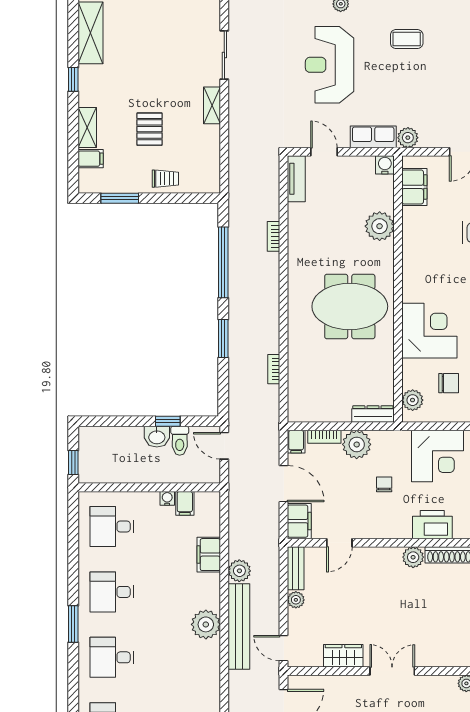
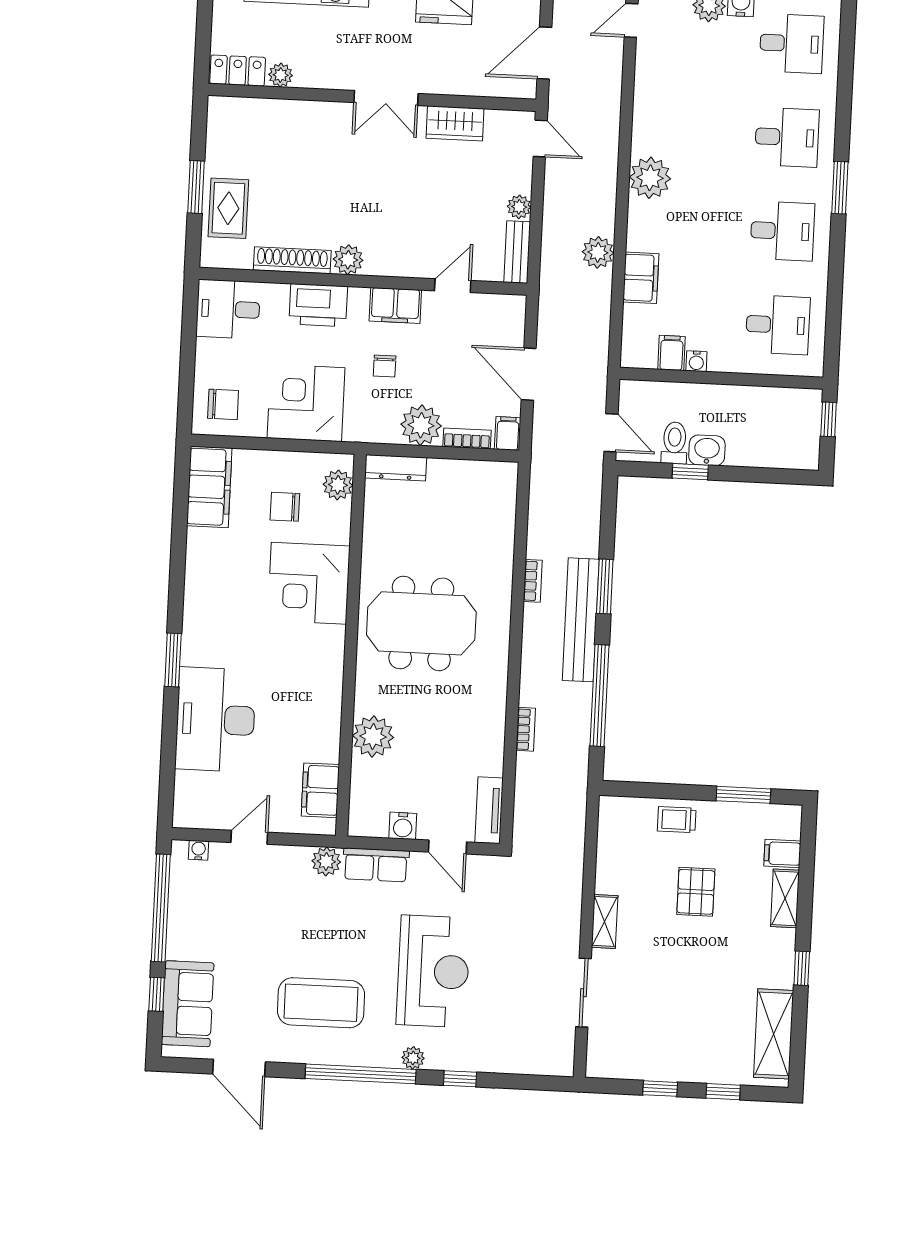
coffee table: (407, 39) -> (321, 1003), width x1.86, depth x1.72
water cooler: (385, 165) -> (403, 826), moved
bookcase: (274, 369) -> (533, 581), moved
filing cabinet: (299, 521) -> (395, 305), moved, turned -90
bench: (239, 626) -> (581, 620), moved

